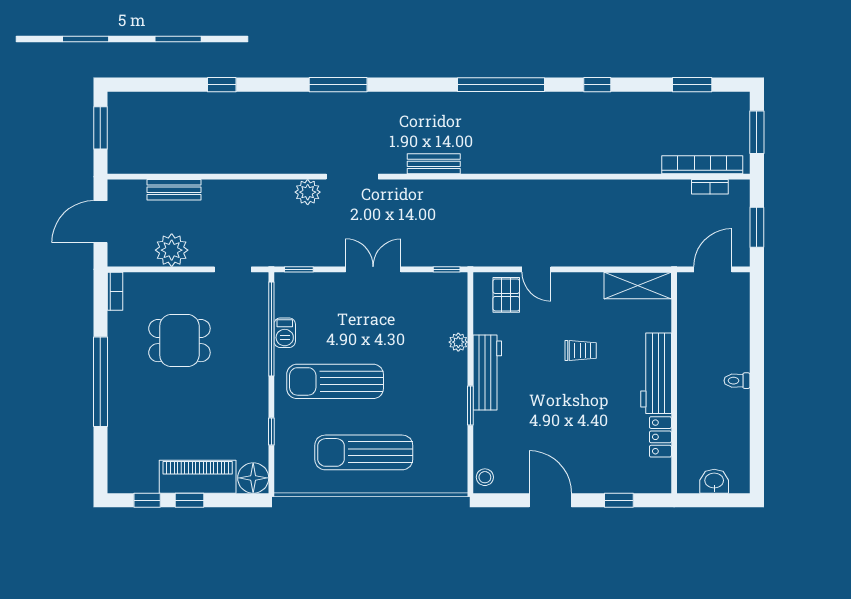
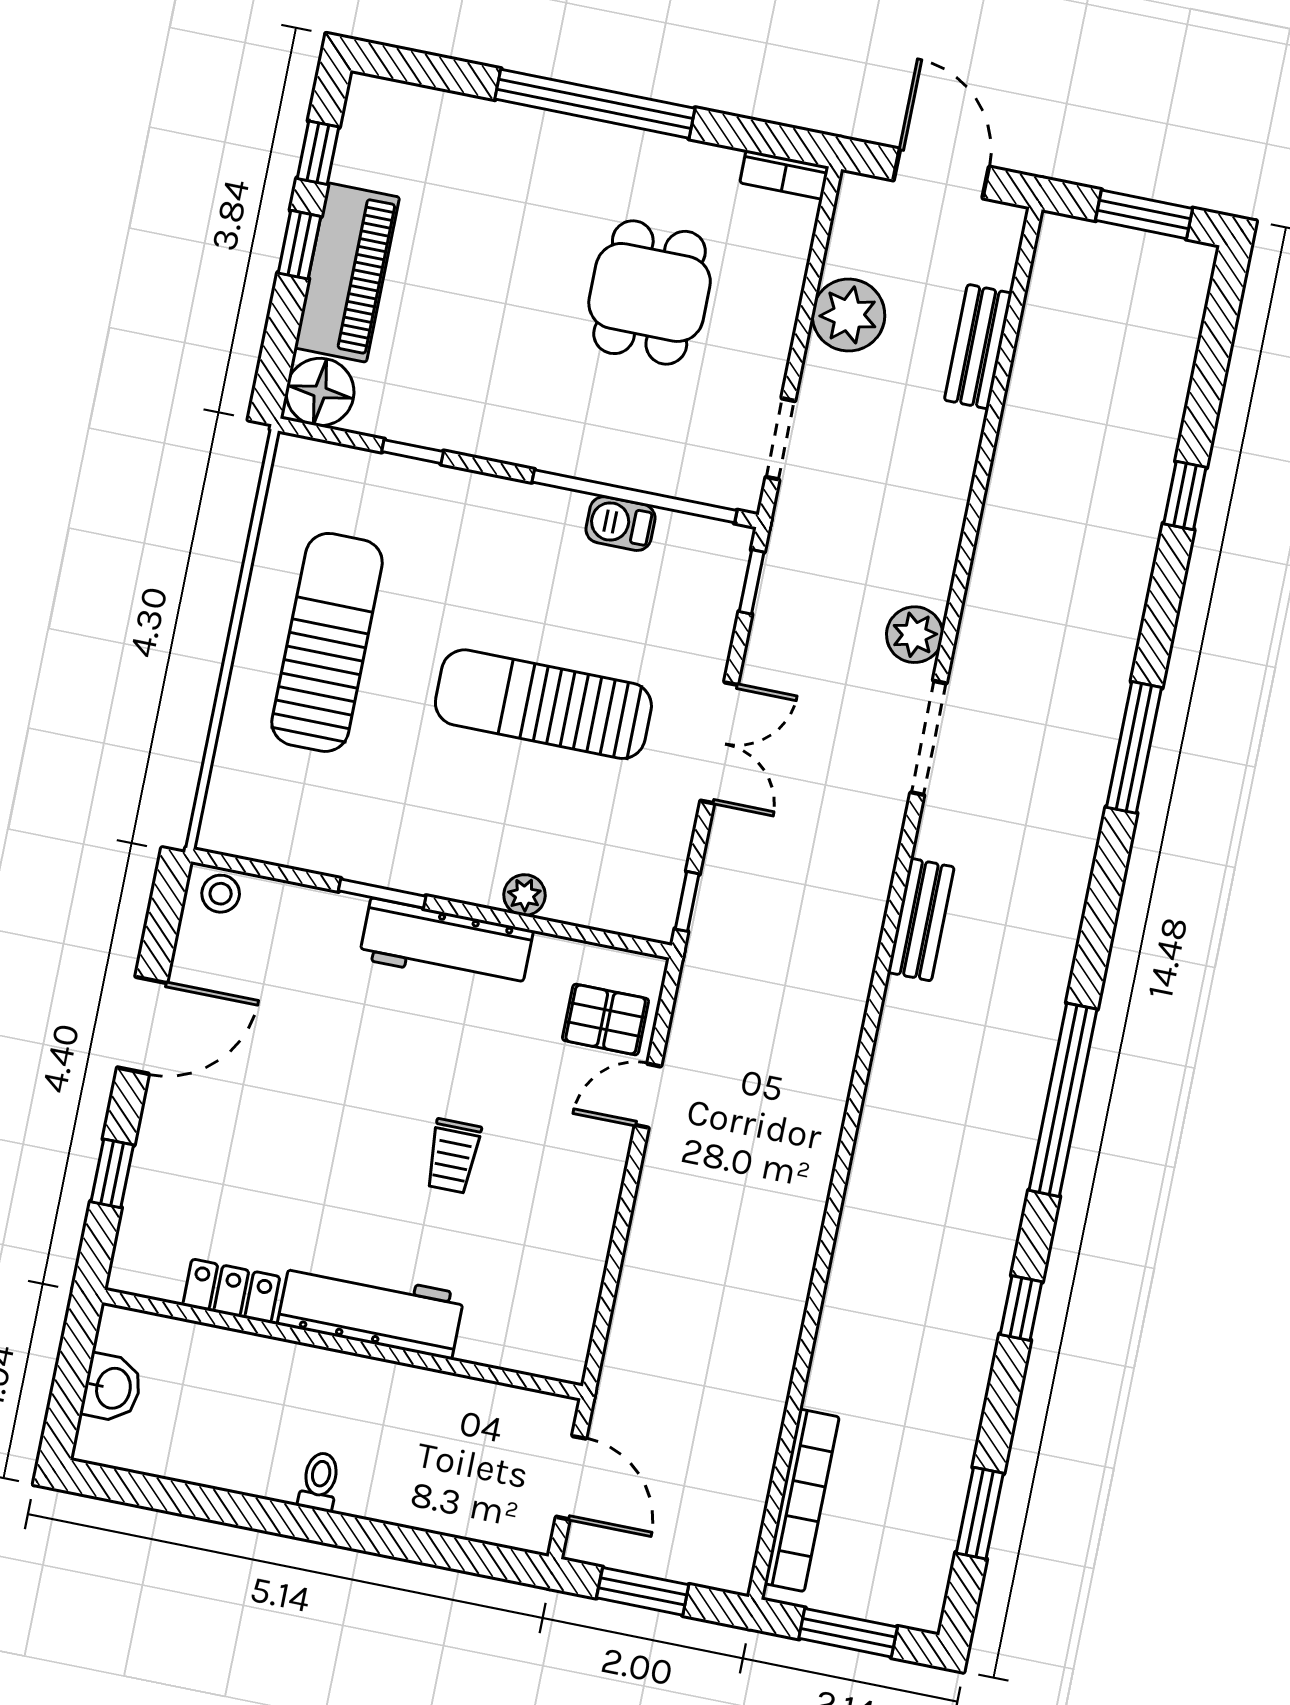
bookcase: (710, 187) -> (751, 1507), removed
shelving: (638, 286) -> (569, 1308), removed
sun lounger: (335, 381) -> (543, 704), moved, turned -90

